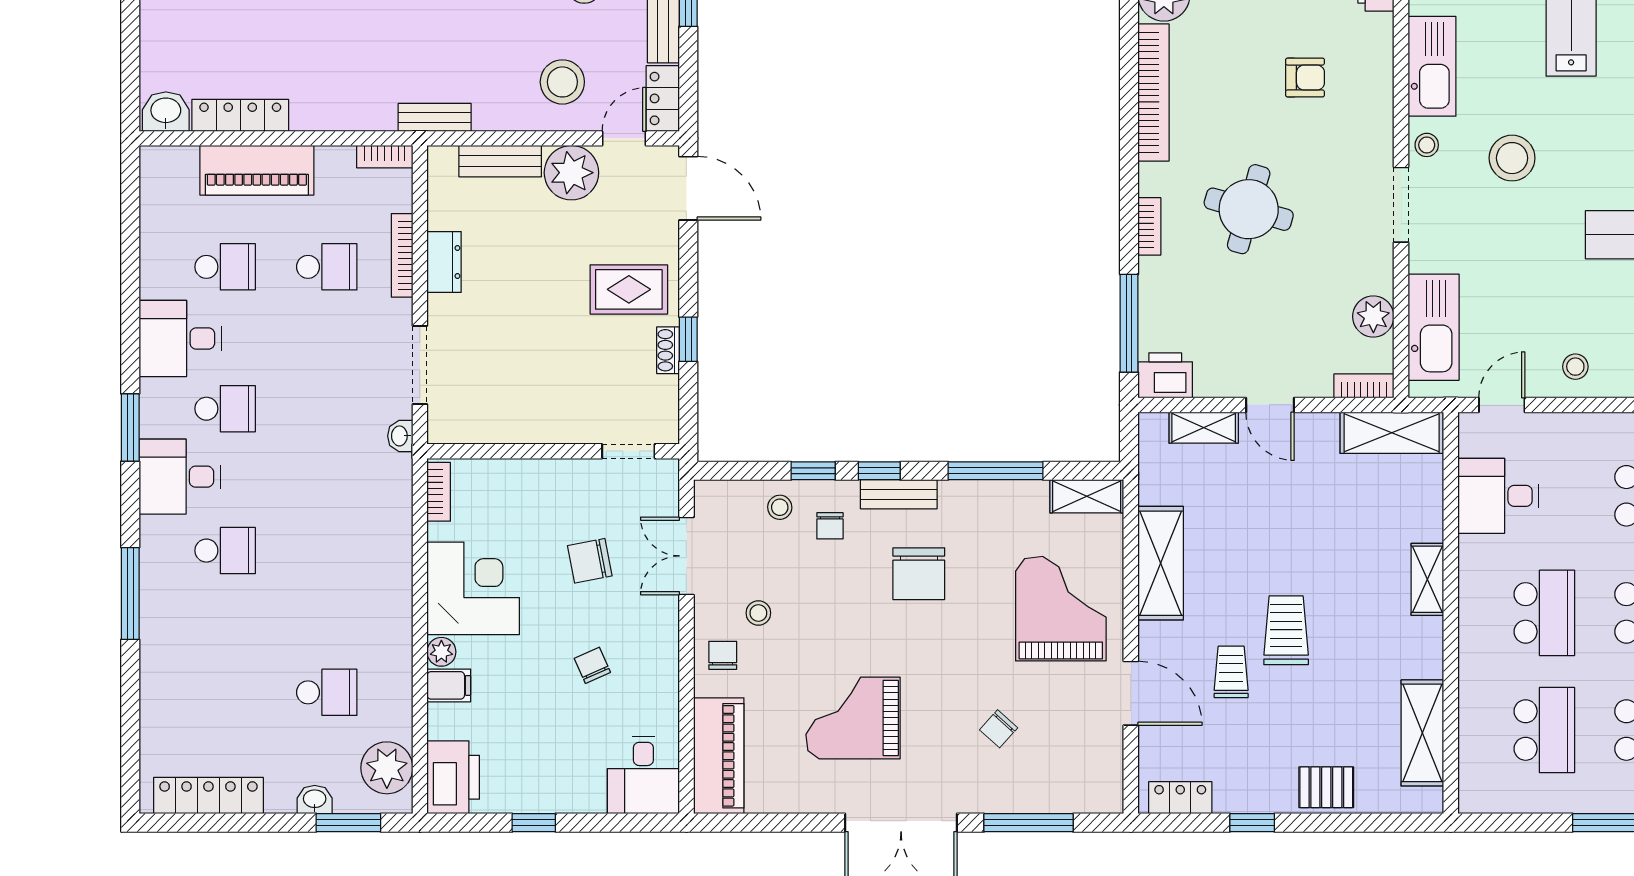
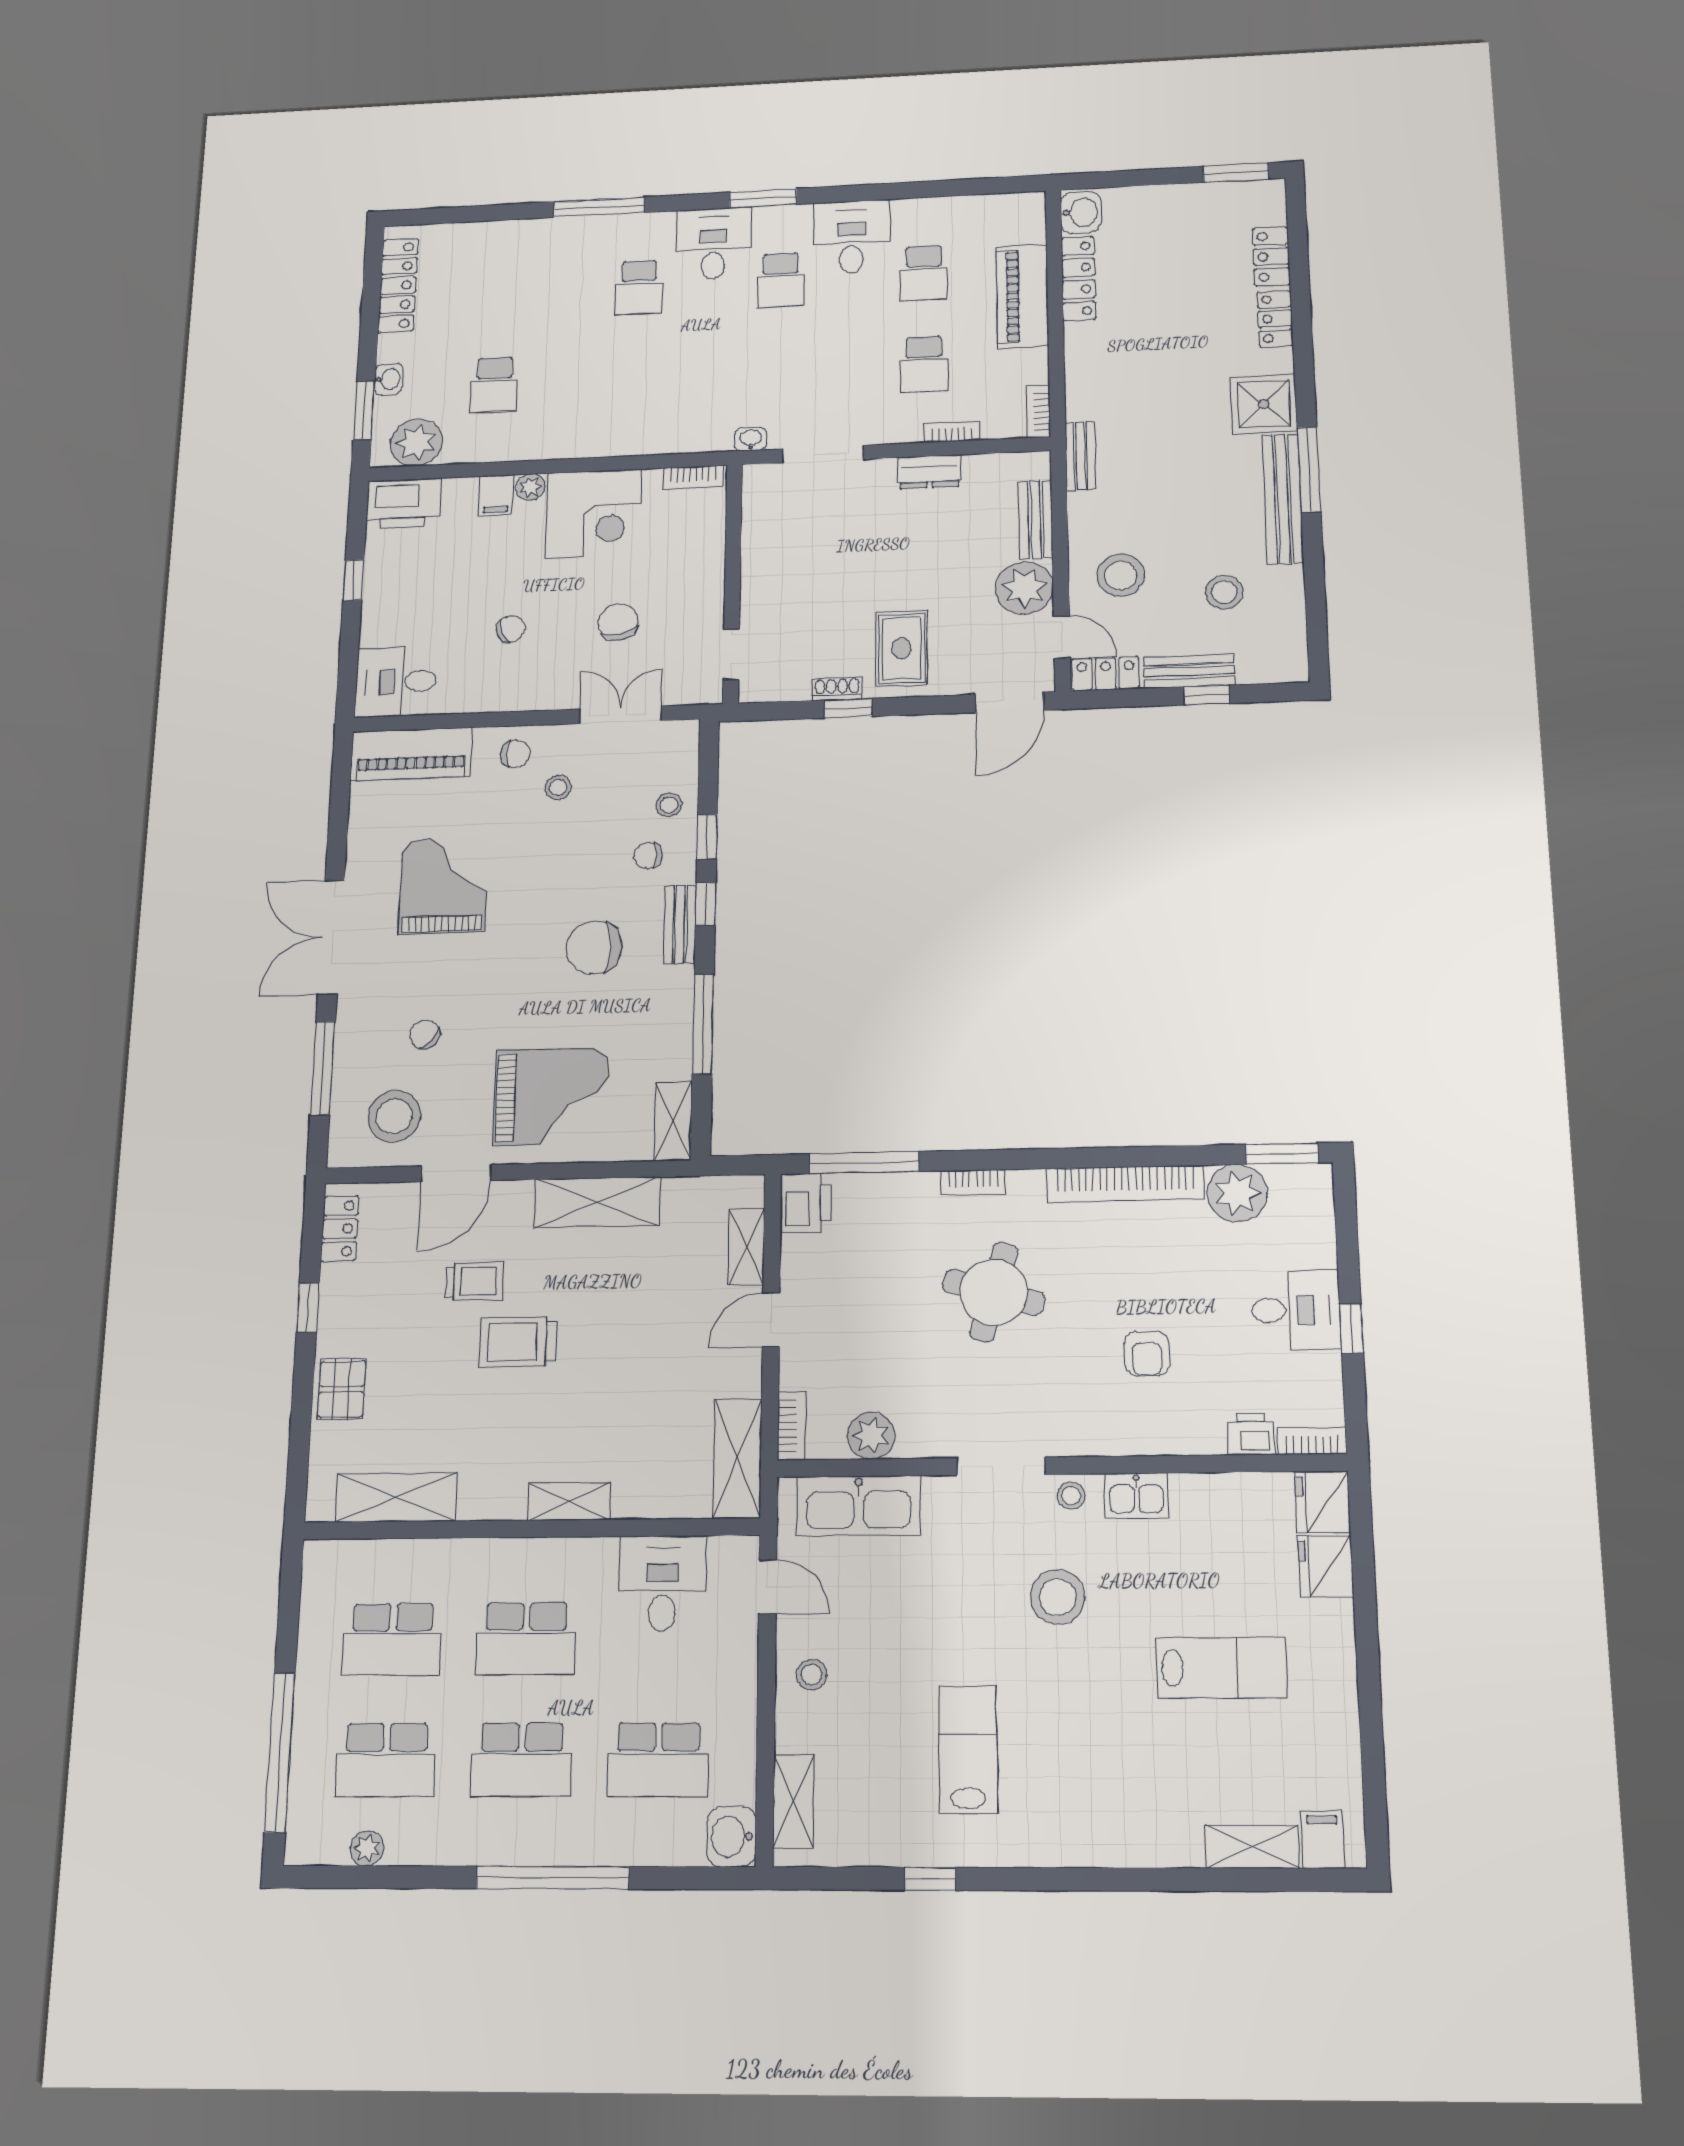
kitchen sink: (1432, 66) -> (1136, 1496), width x0.53, depth x0.81
bookcase: (402, 255) -> (952, 432), width x0.64
trolley: (1286, 630) -> (518, 1342), turned 180
stool: (1076, 753) -> (394, 1116), added

